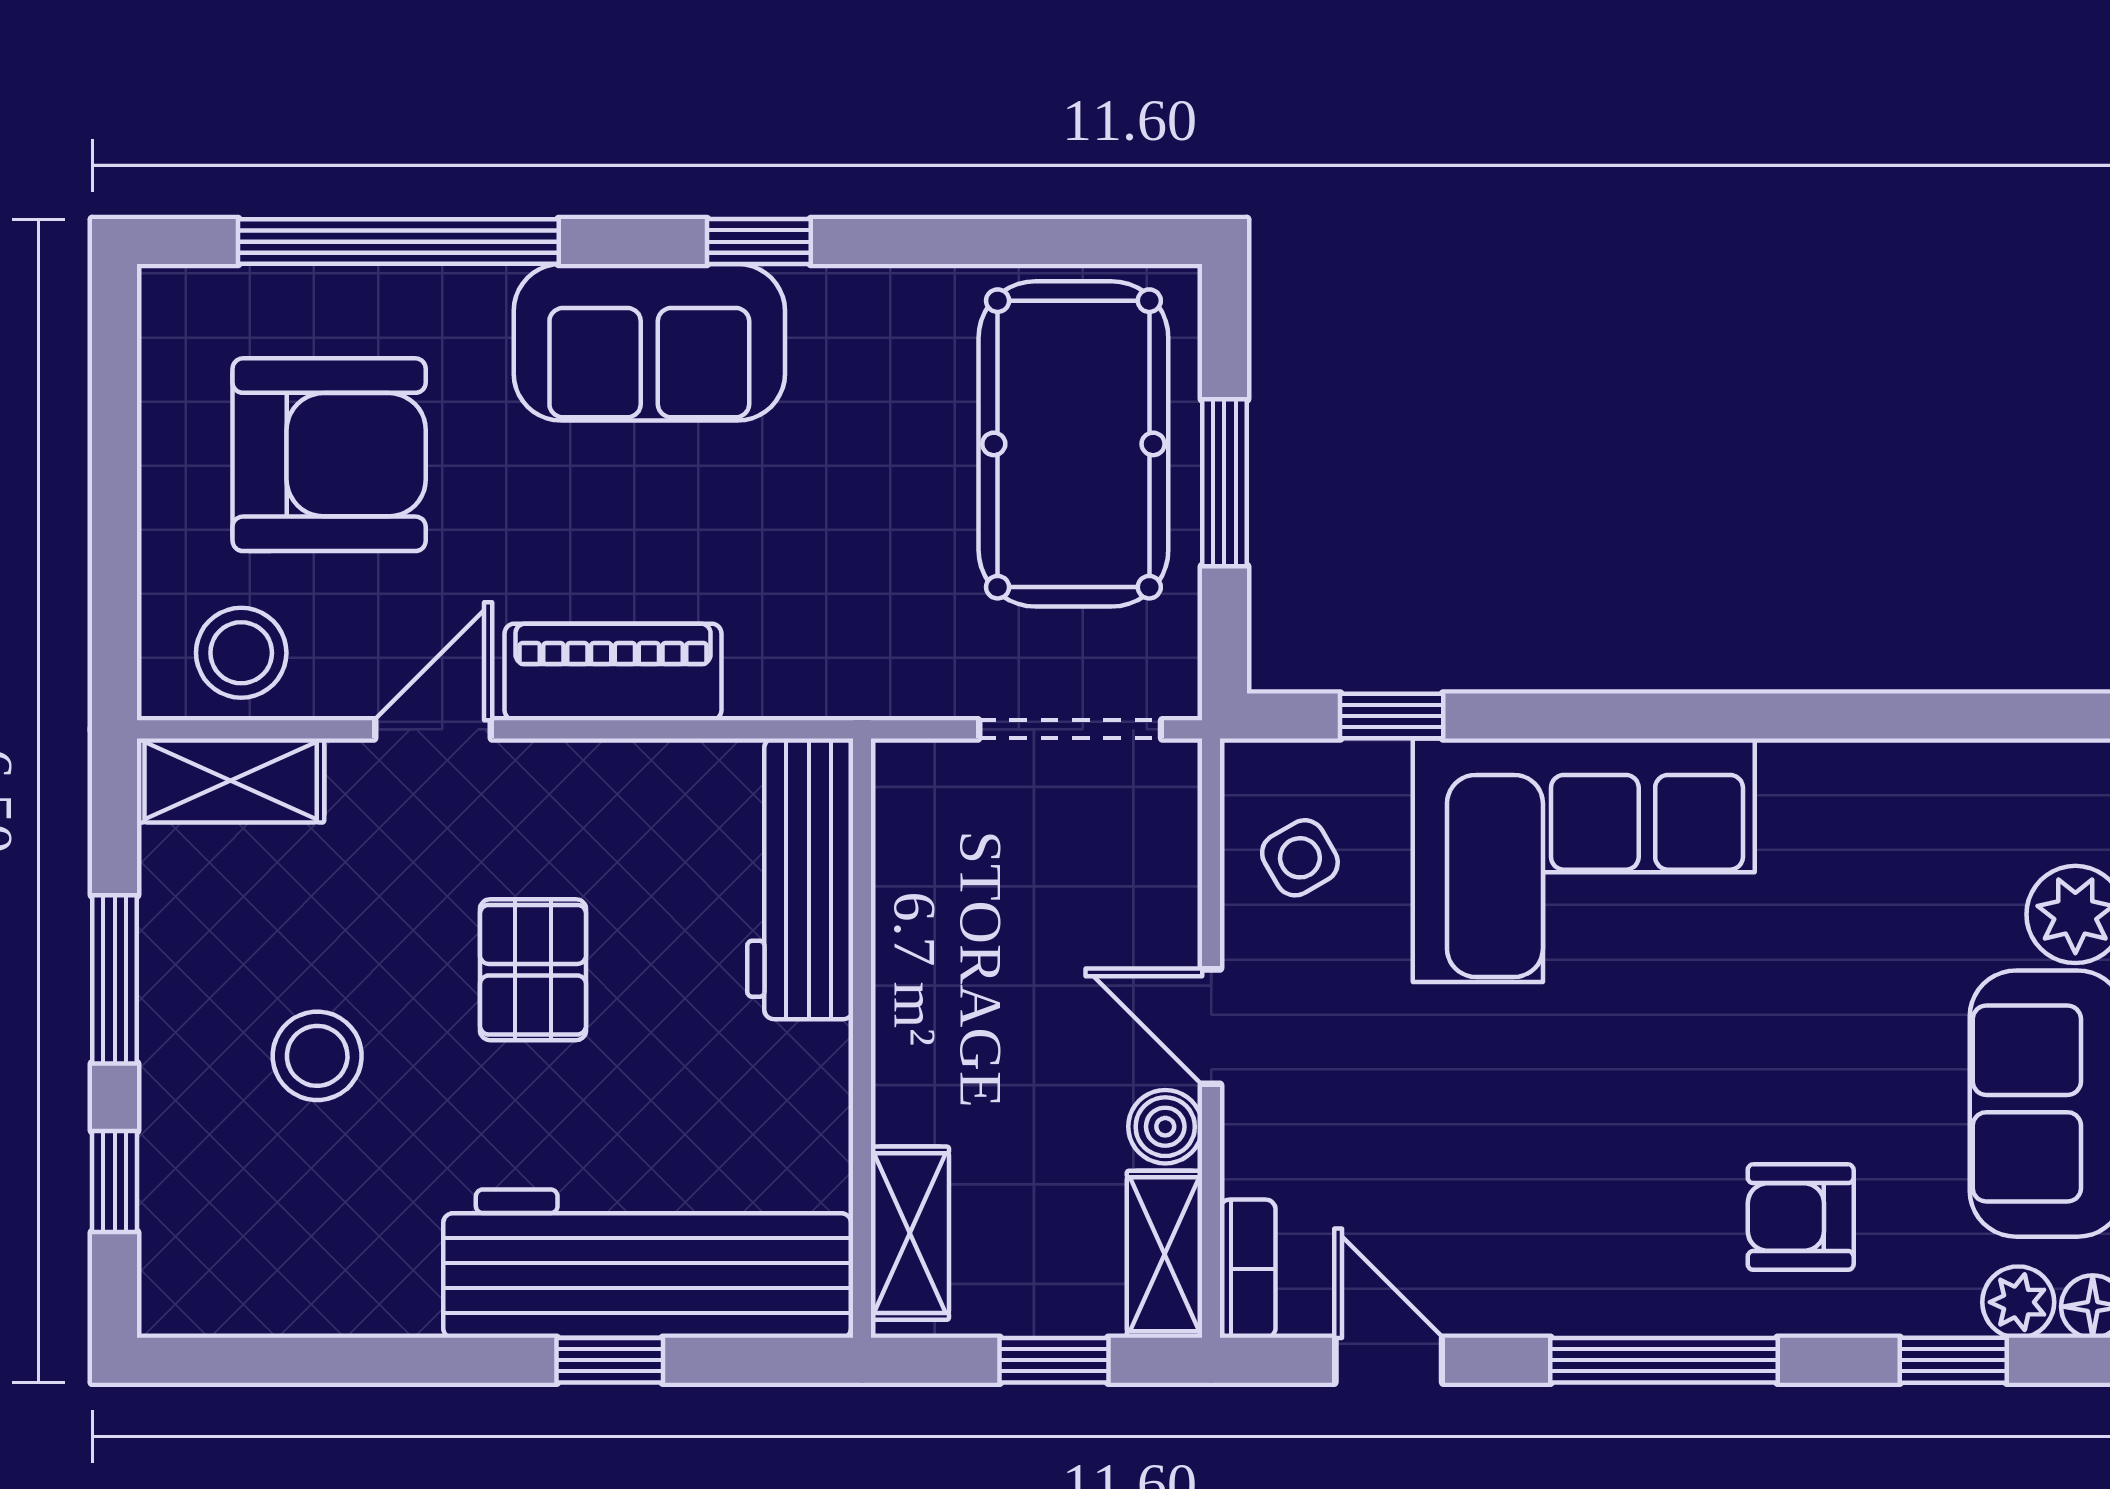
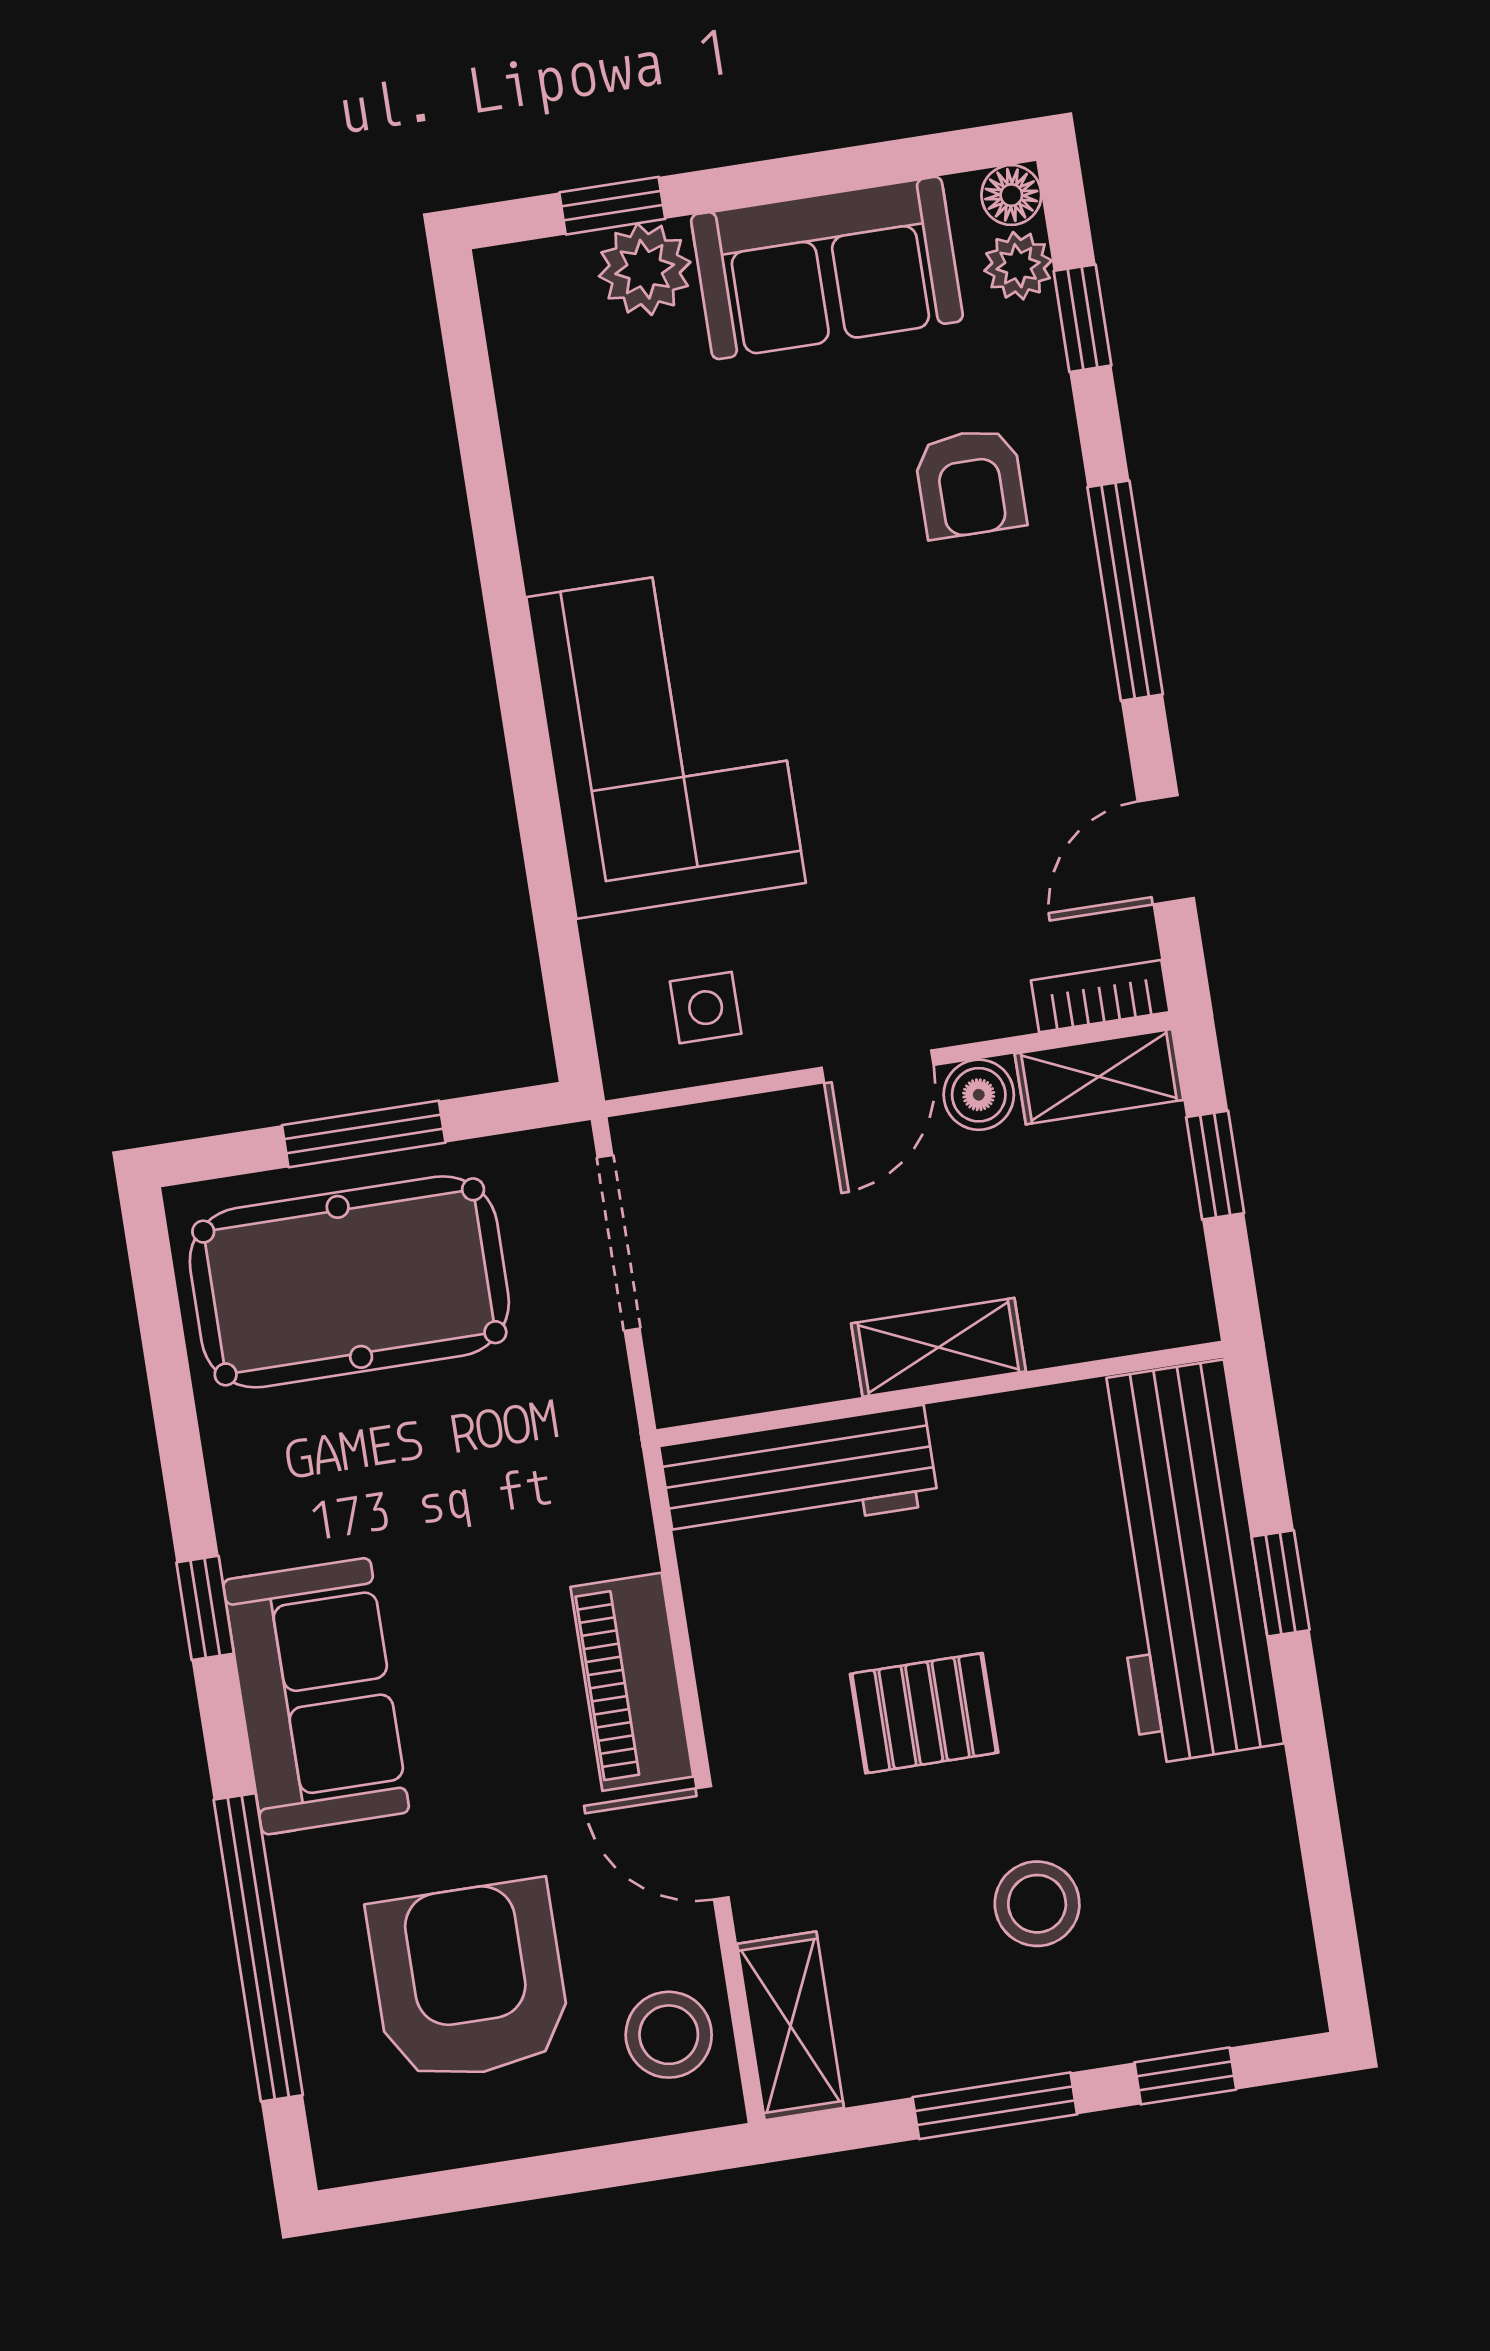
window: (1392, 716) -> (558, 942), removed
side table: (1300, 858) -> (706, 1008), turned 30
shelving: (910, 1233) -> (938, 1347), moved

